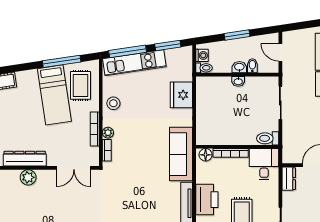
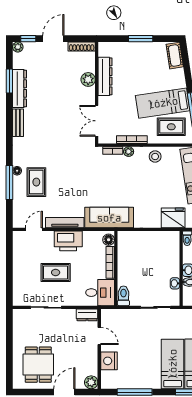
washbasin: (238, 81) -> (175, 283), moved
fridge: (181, 95) -> (173, 218), moved

